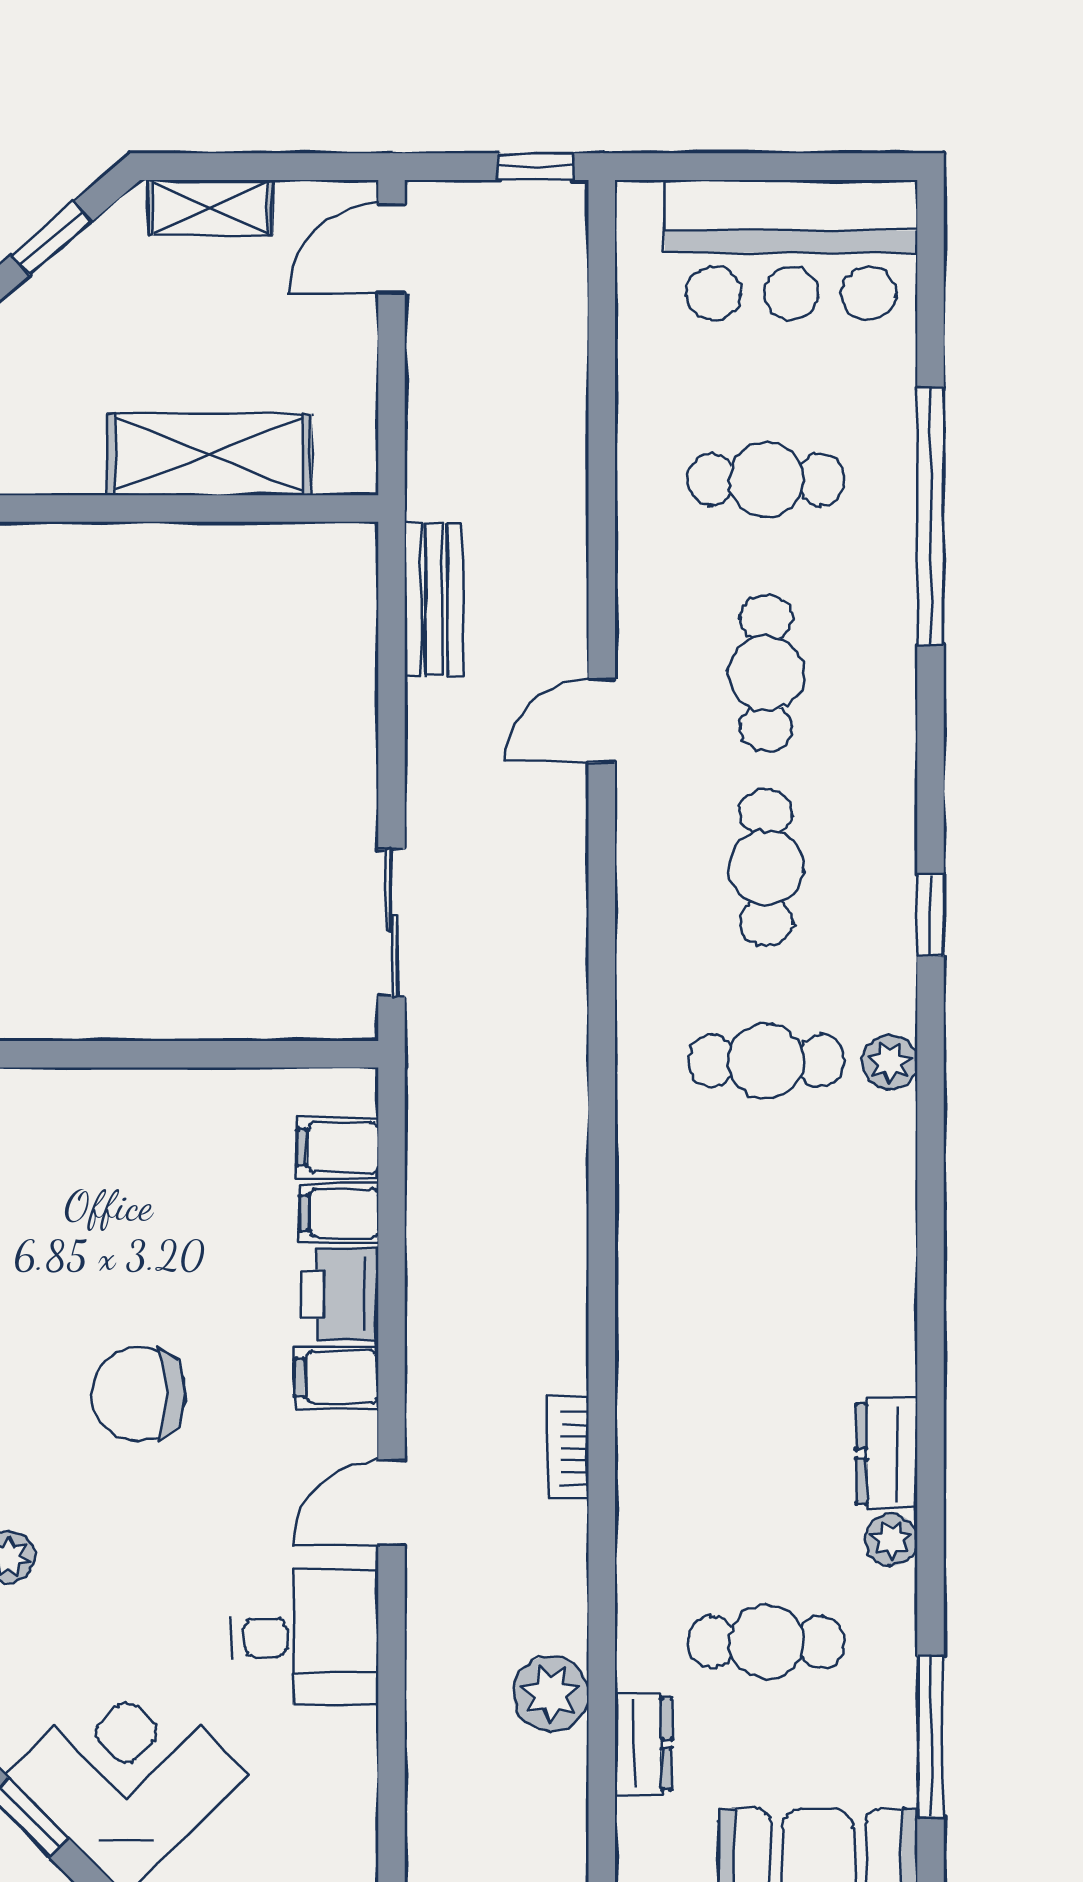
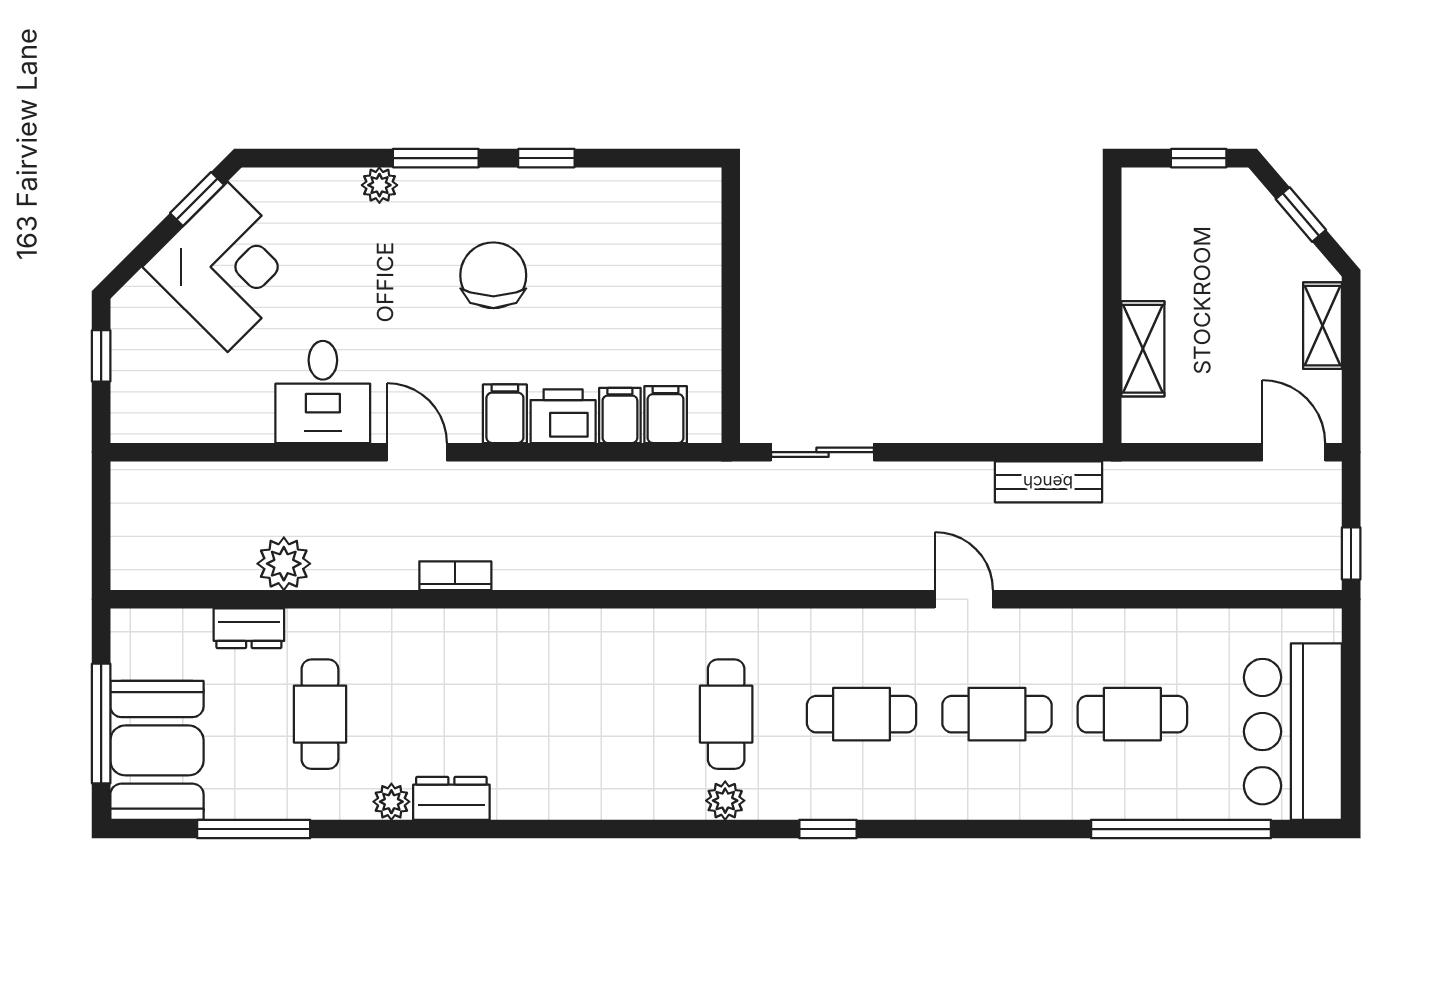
shelving: (209, 454) -> (1143, 349), width x0.67, depth x0.75
cafe table: (766, 480) -> (1132, 714), turned 90
window: (931, 517) -> (1181, 829), moved

